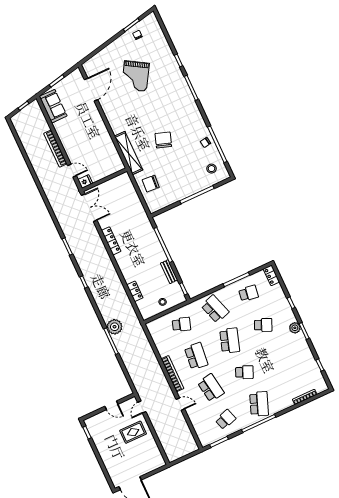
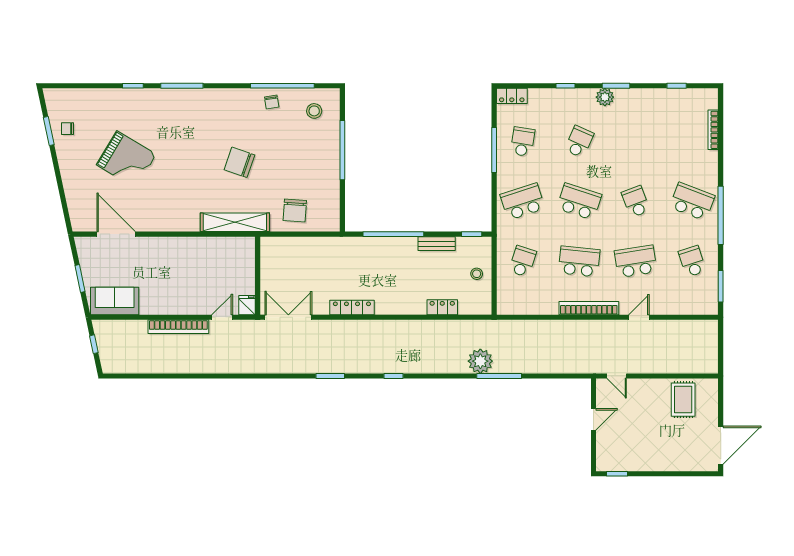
school desk: (244, 372) -> (636, 202), turned -45
rug: (133, 432) -> (683, 400), moved

